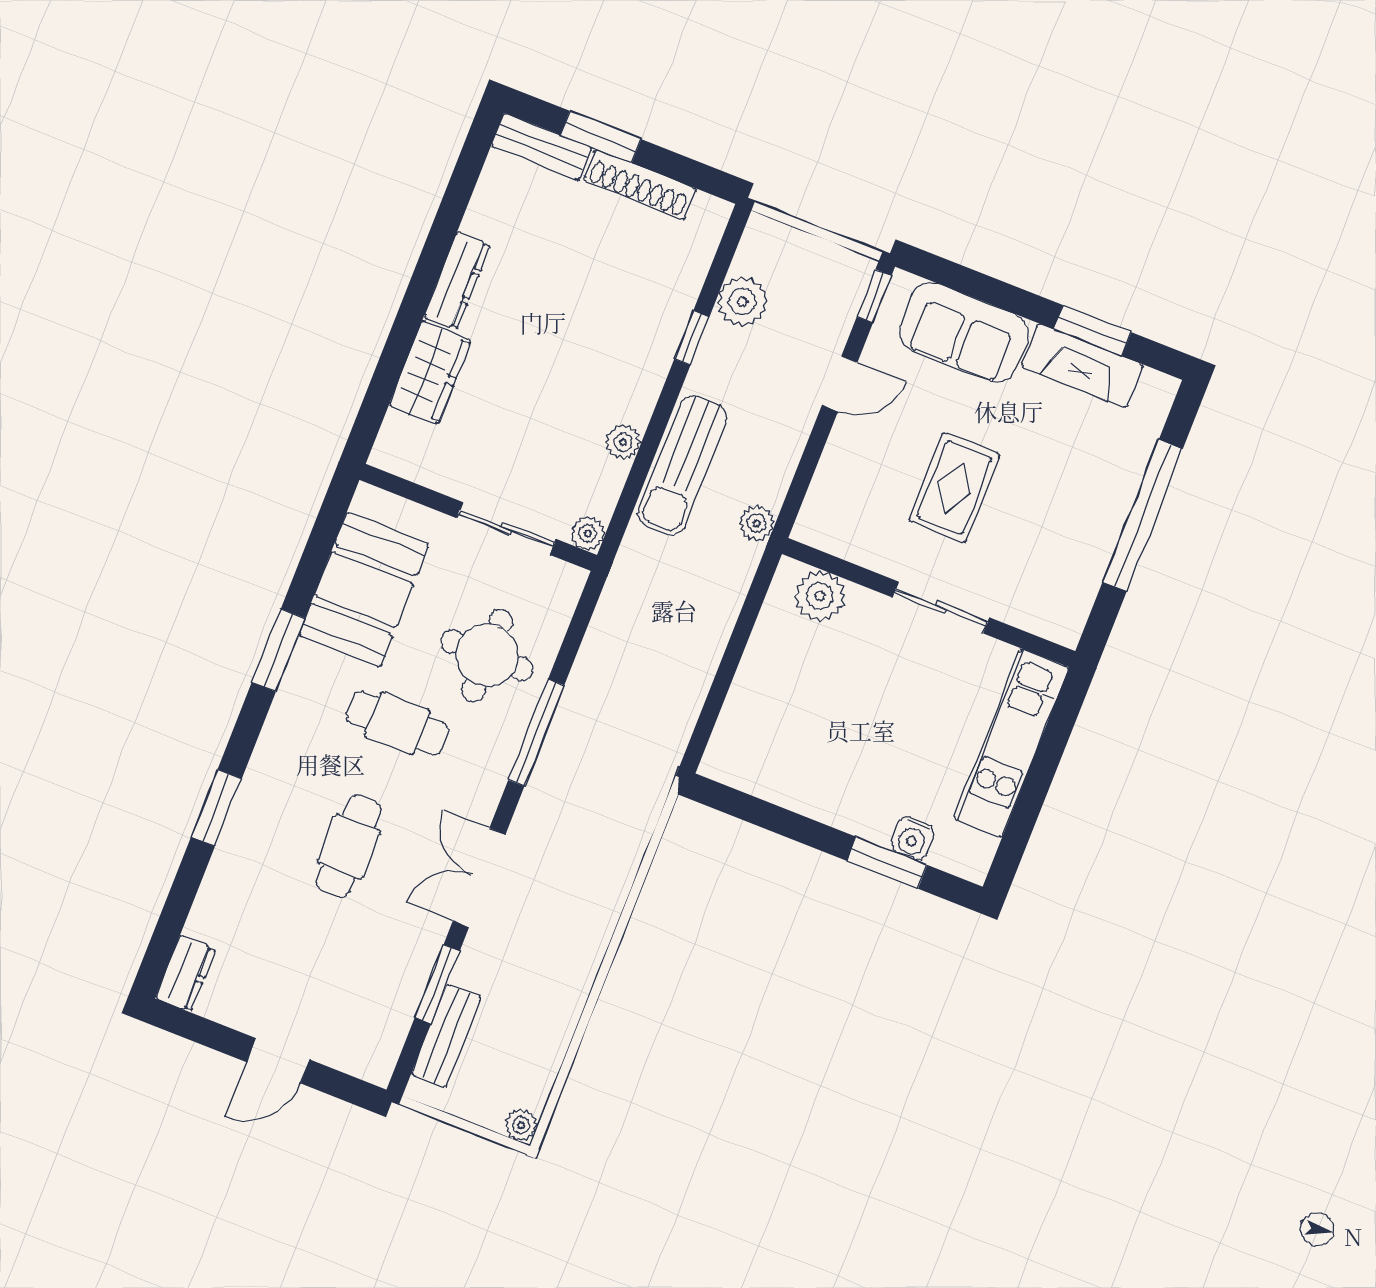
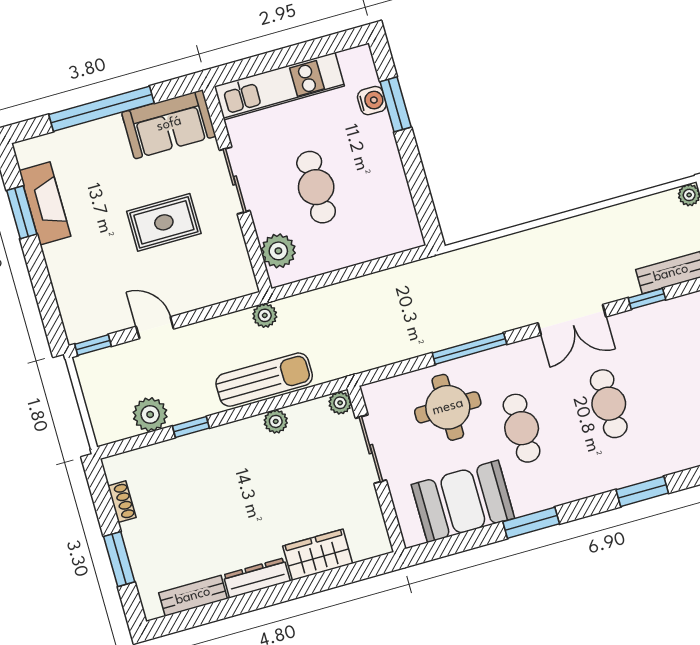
bench: (541, 147) -> (193, 596), moved, turned 90
shoe rack: (640, 184) -> (122, 502), width x0.51, depth x0.81
sofa: (964, 332) -> (169, 124), moved, turned 90
cafe table: (861, 697) -> (316, 187), added
cafe table: (349, 846) -> (609, 404), turned 90
window: (437, 984) -> (647, 299), width x0.67

